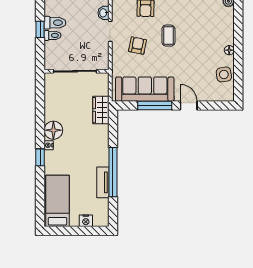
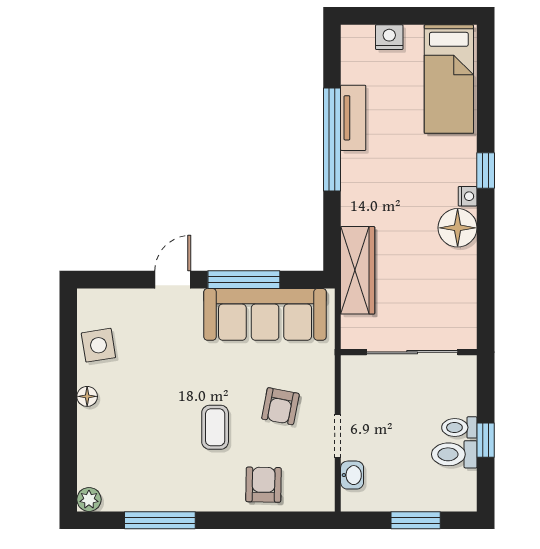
door: (189, 106) -> (173, 280), swing flipped
wardrobe: (101, 110) -> (358, 270), width x1.50

